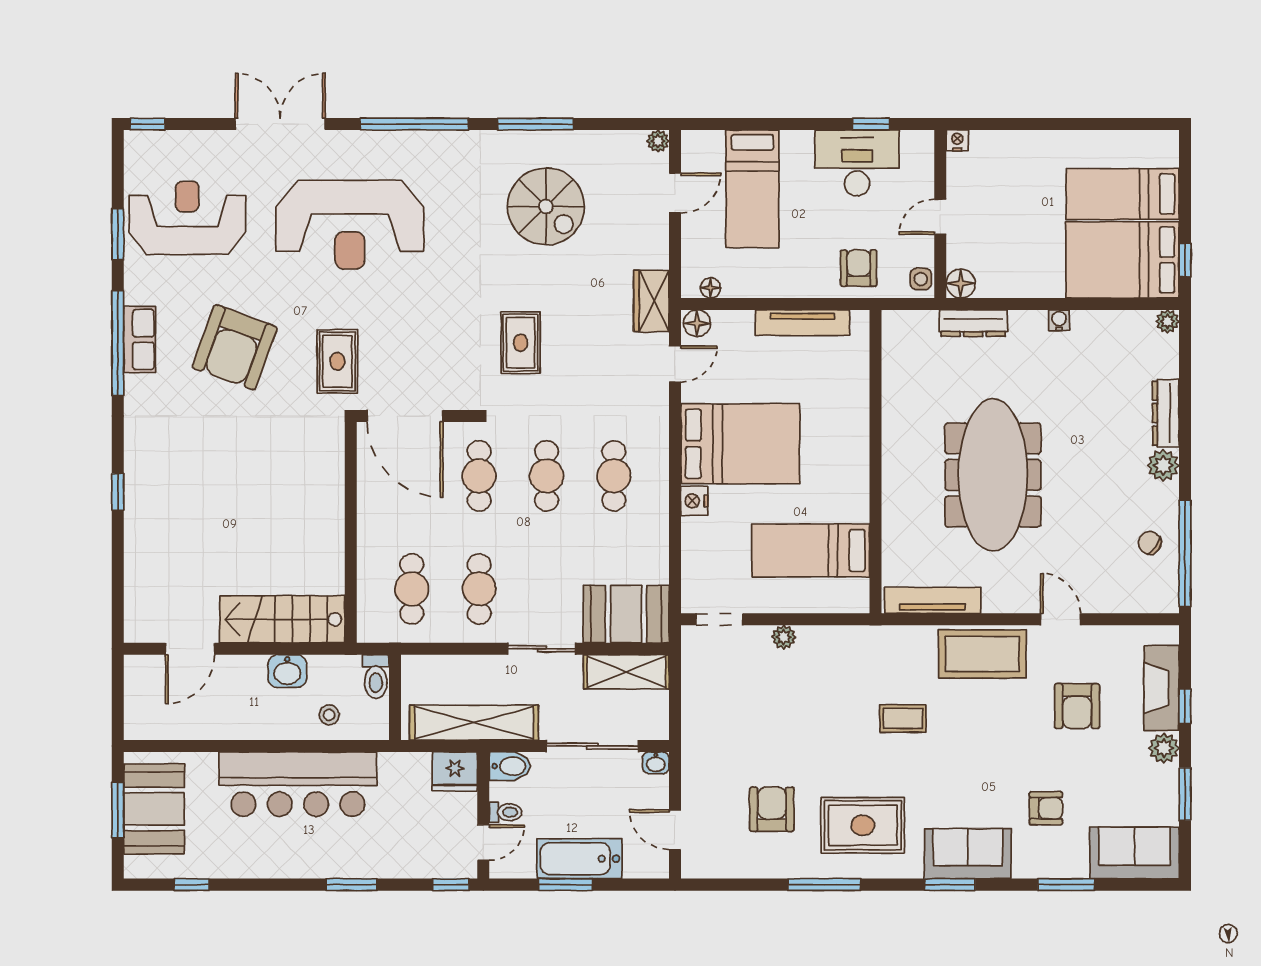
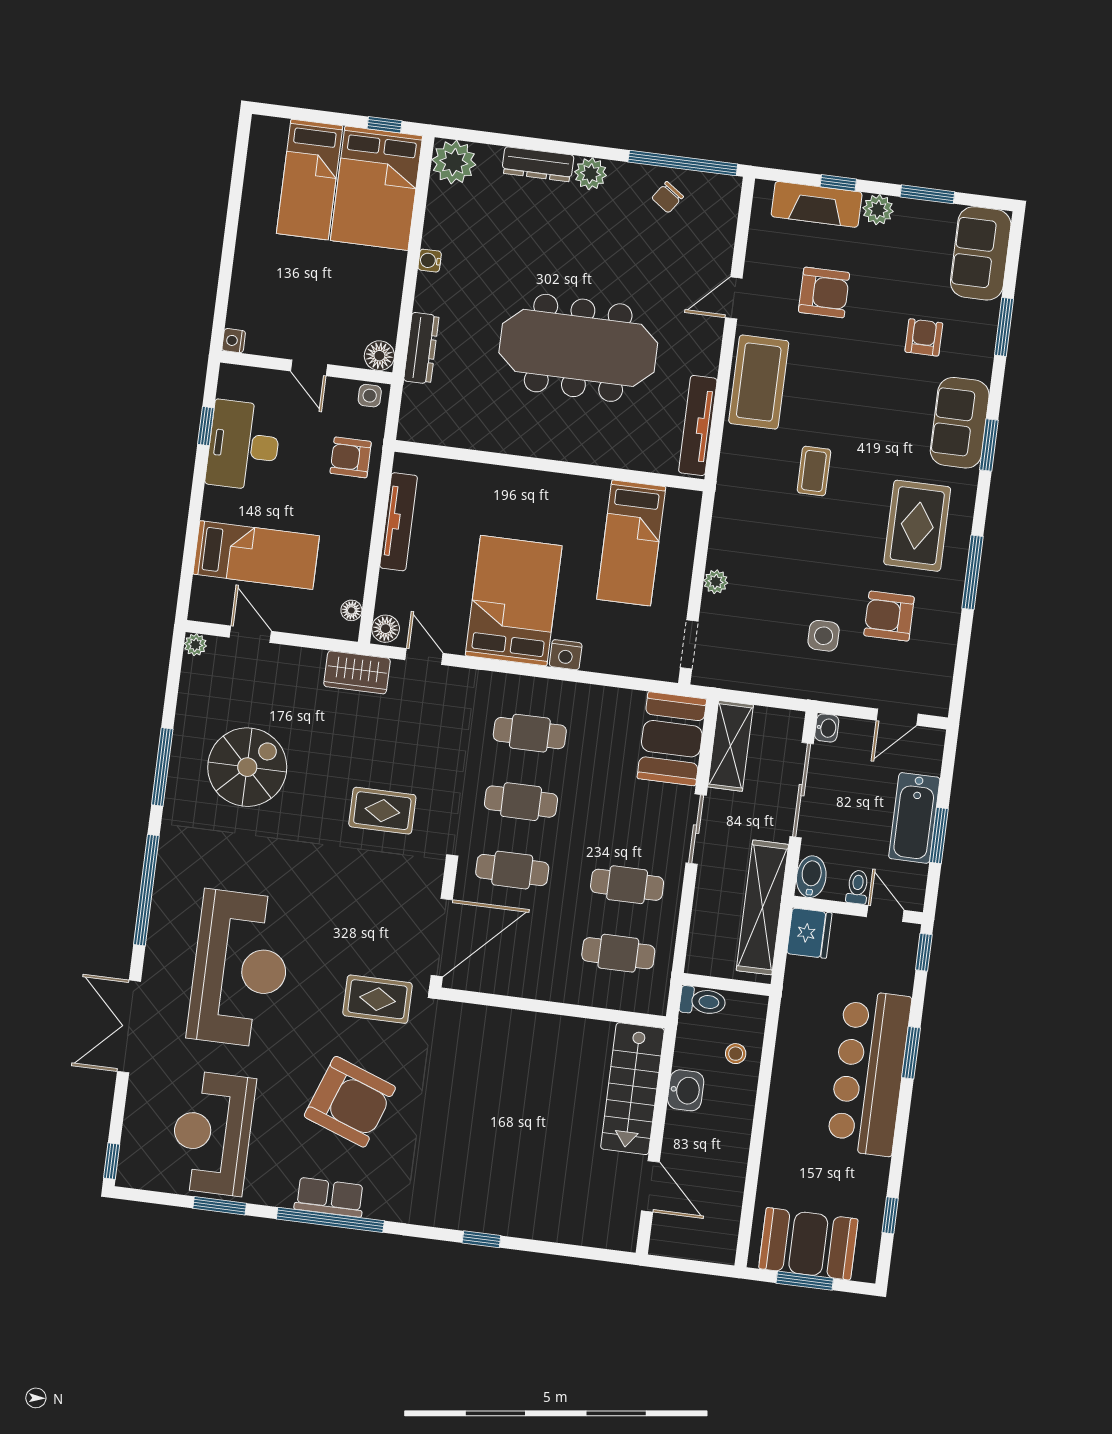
plant: (1167, 321) -> (454, 162), width x1.88, depth x1.88
side table: (745, 748) -> (824, 636), added
bar counter: (298, 784) -> (869, 1073), moved, turned 180

